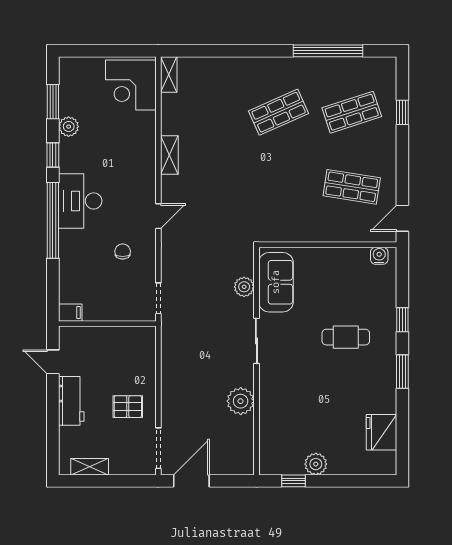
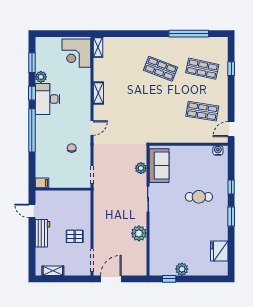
shop shelf: (279, 112) -> (161, 69), turned 45
shop shelf: (352, 112) -> (202, 69), turned 30
desk: (80, 201) -> (48, 99), moved

